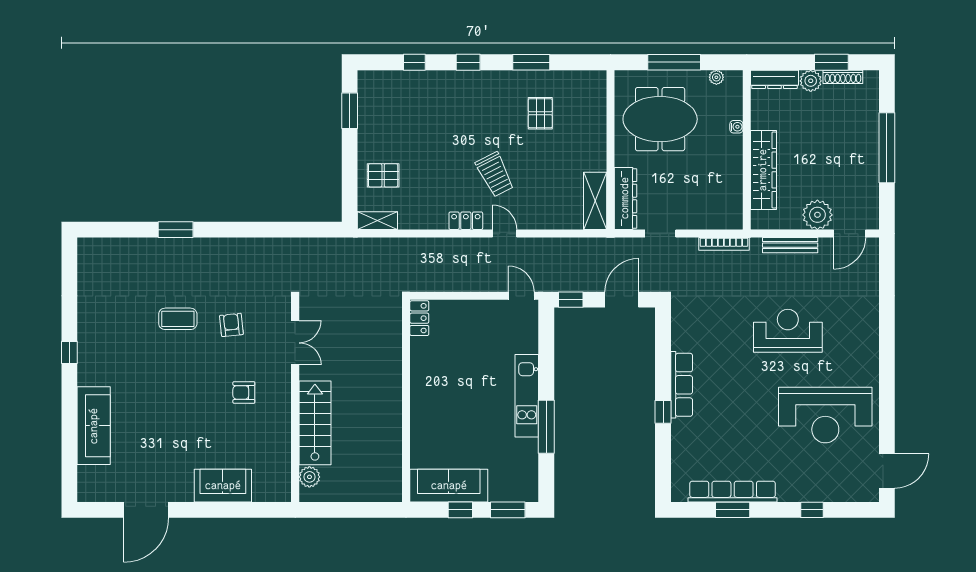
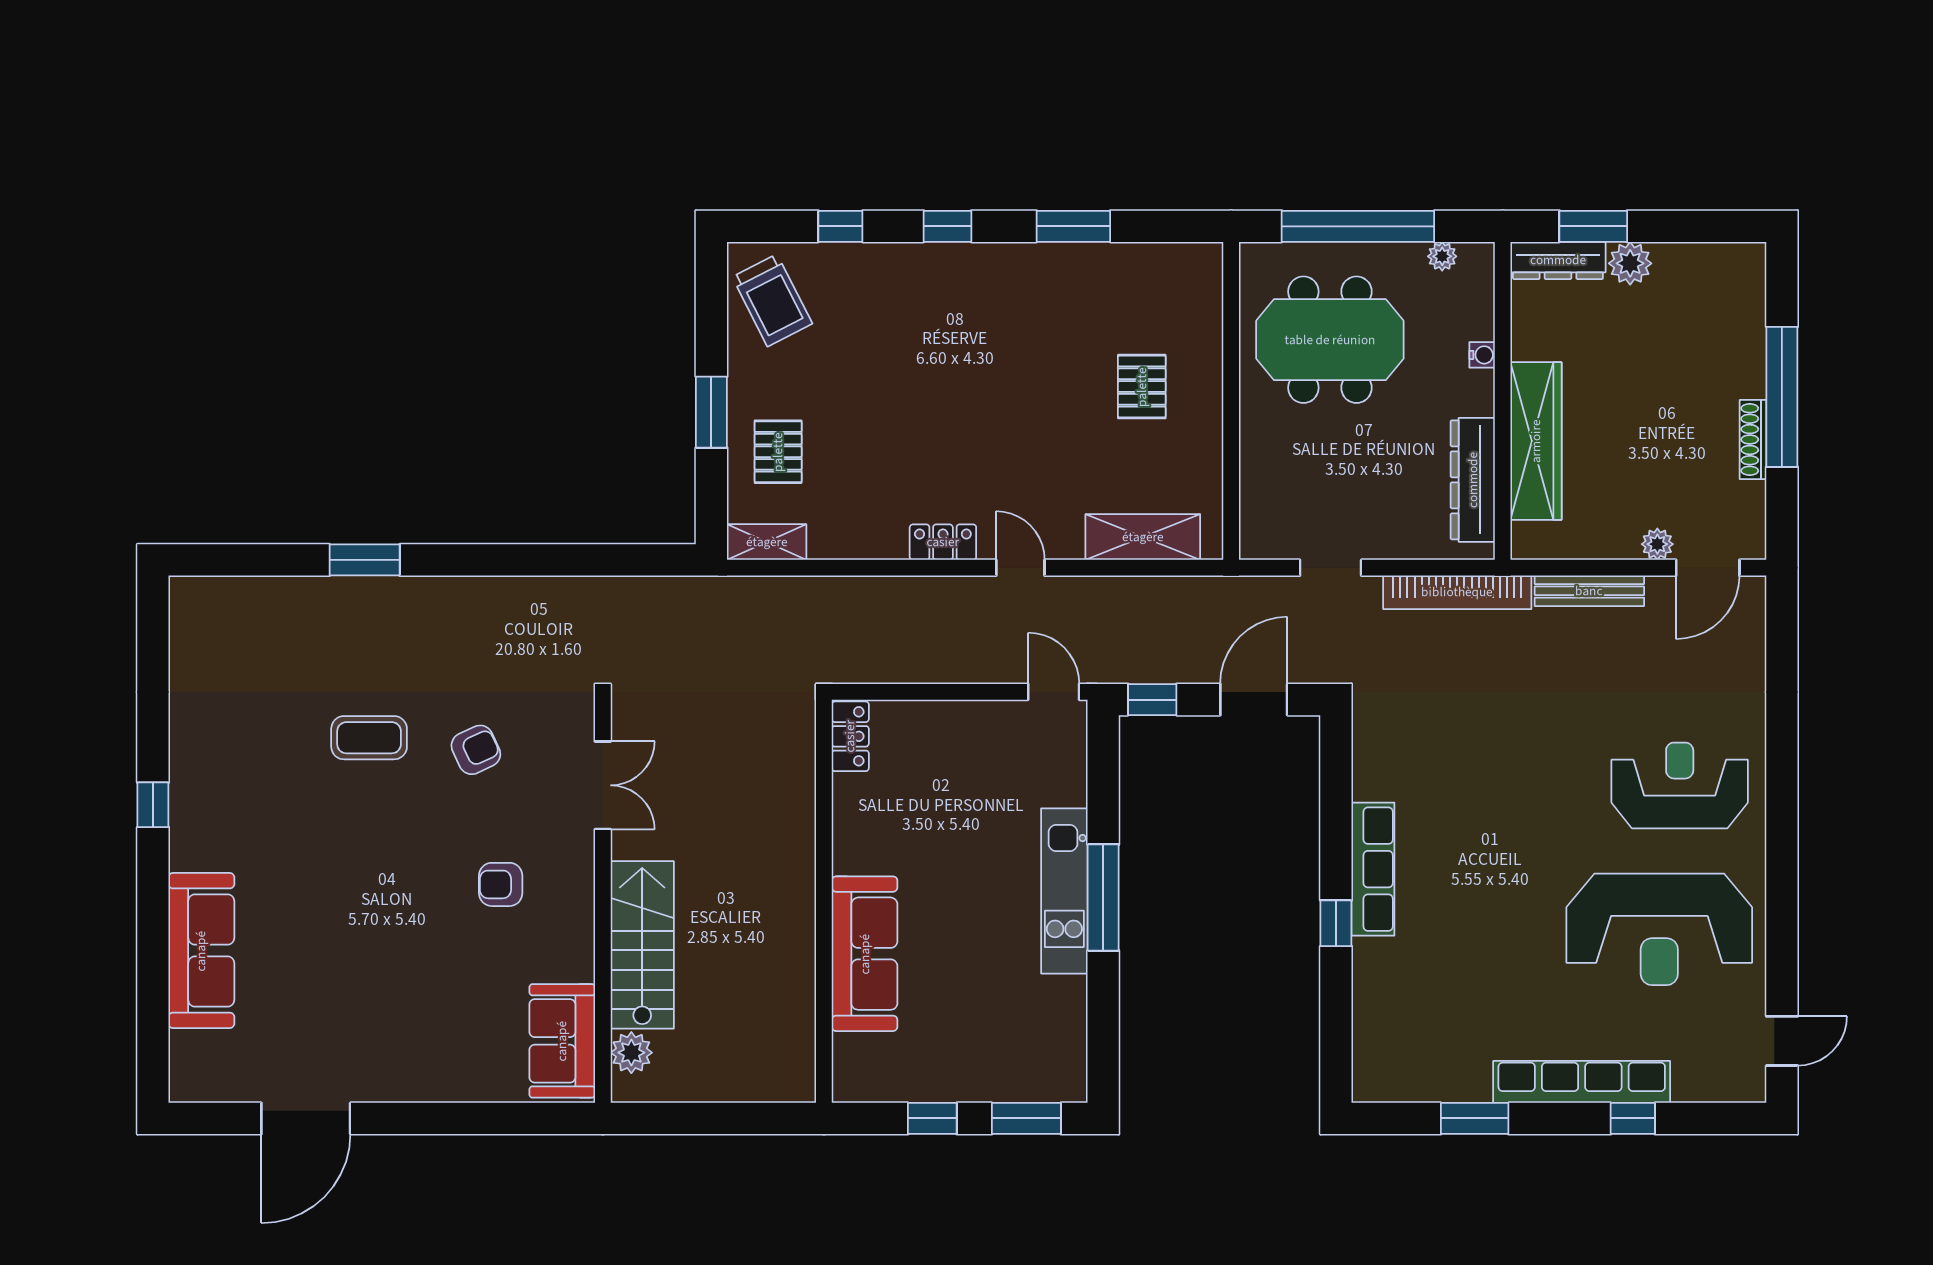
window: (674, 62) -> (1358, 226), width x1.46
window: (831, 62) -> (1593, 226), moved
shoe rack: (843, 77) -> (1753, 439), moved, turned 90
window: (350, 111) -> (711, 412), moved
pallet: (540, 113) -> (1142, 387), moved
trolley: (495, 174) -> (772, 300), moved
pallet: (383, 175) -> (778, 452), turned 90
dresser: (625, 198) -> (1473, 480), moved, turned 180
shelving: (595, 201) -> (1143, 537), moved, turned 90
plant: (817, 215) -> (1657, 544), width x0.53, depth x0.53
bookcase: (724, 244) -> (1457, 592), width x1.48, depth x1.31
armchair: (231, 325) -> (476, 750), turned 71
reception desk: (788, 331) -> (1680, 785), moved
window: (546, 427) -> (1103, 897), moved
door: (887, 471) -> (1782, 1041), width x0.73
sofa: (223, 486) -> (562, 1041), moved, turned -90
sofa: (449, 486) -> (865, 954), moved, turned 90
row of seats: (733, 492) -> (1582, 1082), moved

